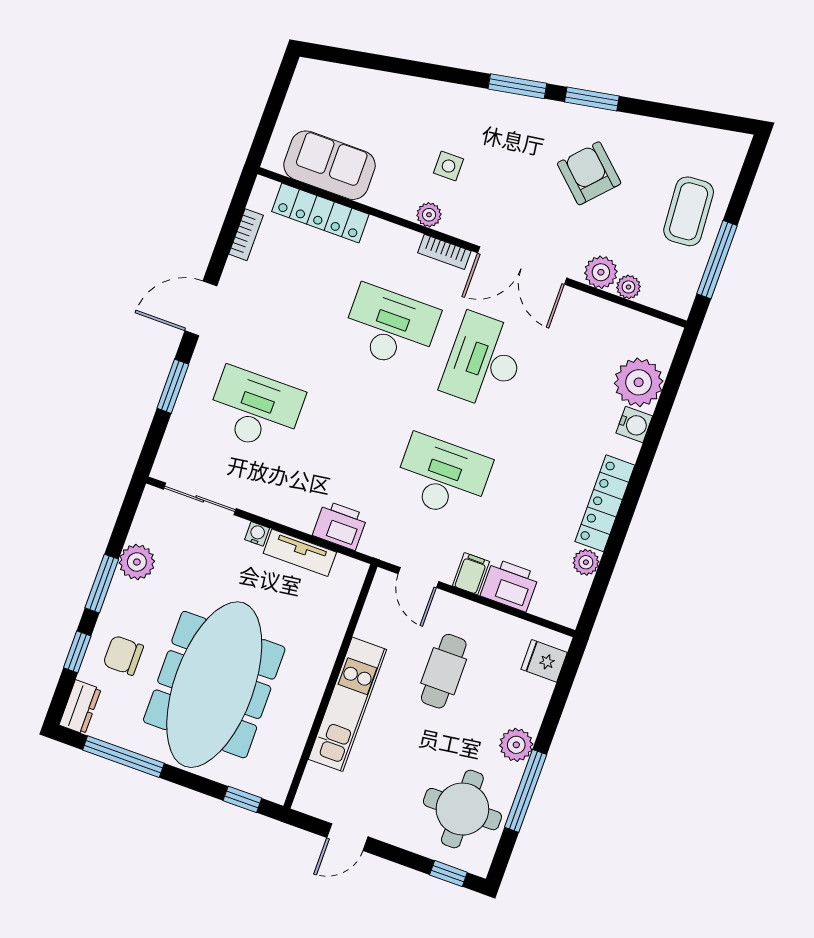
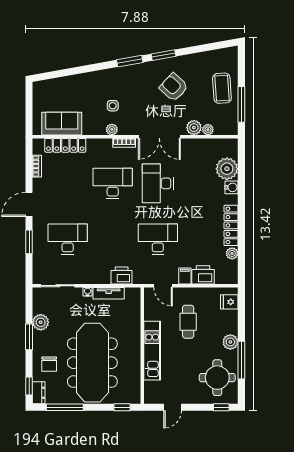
window: (77, 652) -> (29, 386), moved
chair: (123, 655) -> (49, 364), turned -90

